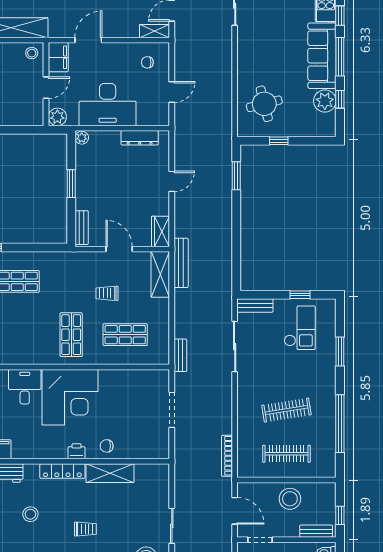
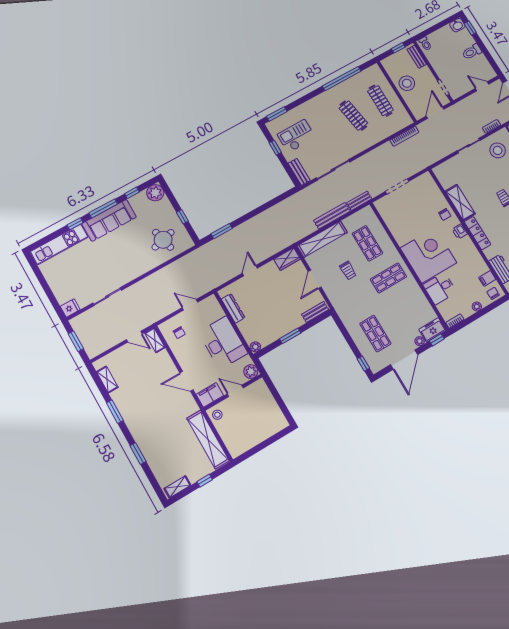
plant: (325, 101) -> (155, 193), moved
door: (172, 181) -> (250, 271), hinge flipped
bench: (181, 263) -> (332, 216), moved
shelving: (160, 274) -> (322, 239), width x1.47
window: (340, 352) -> (277, 114), moved

